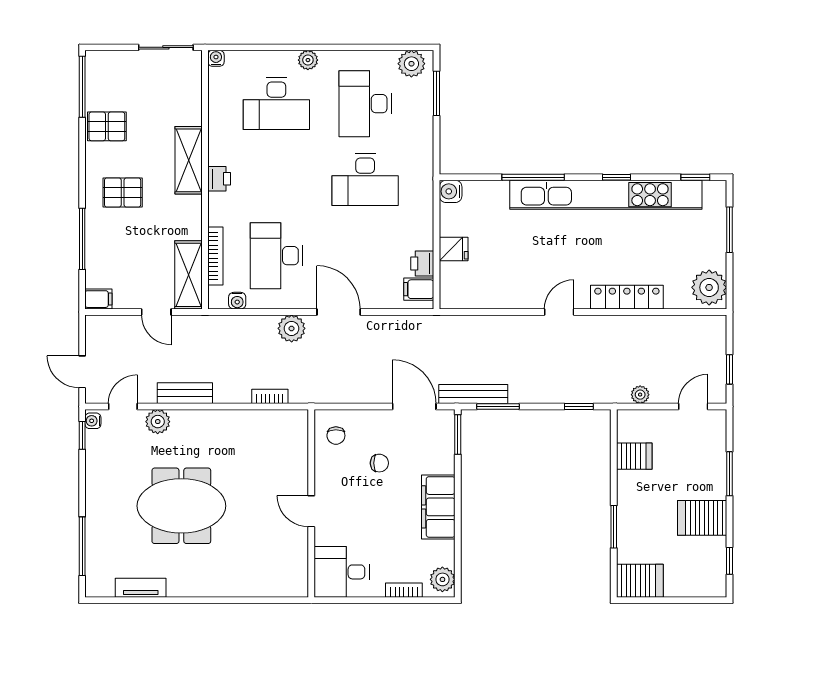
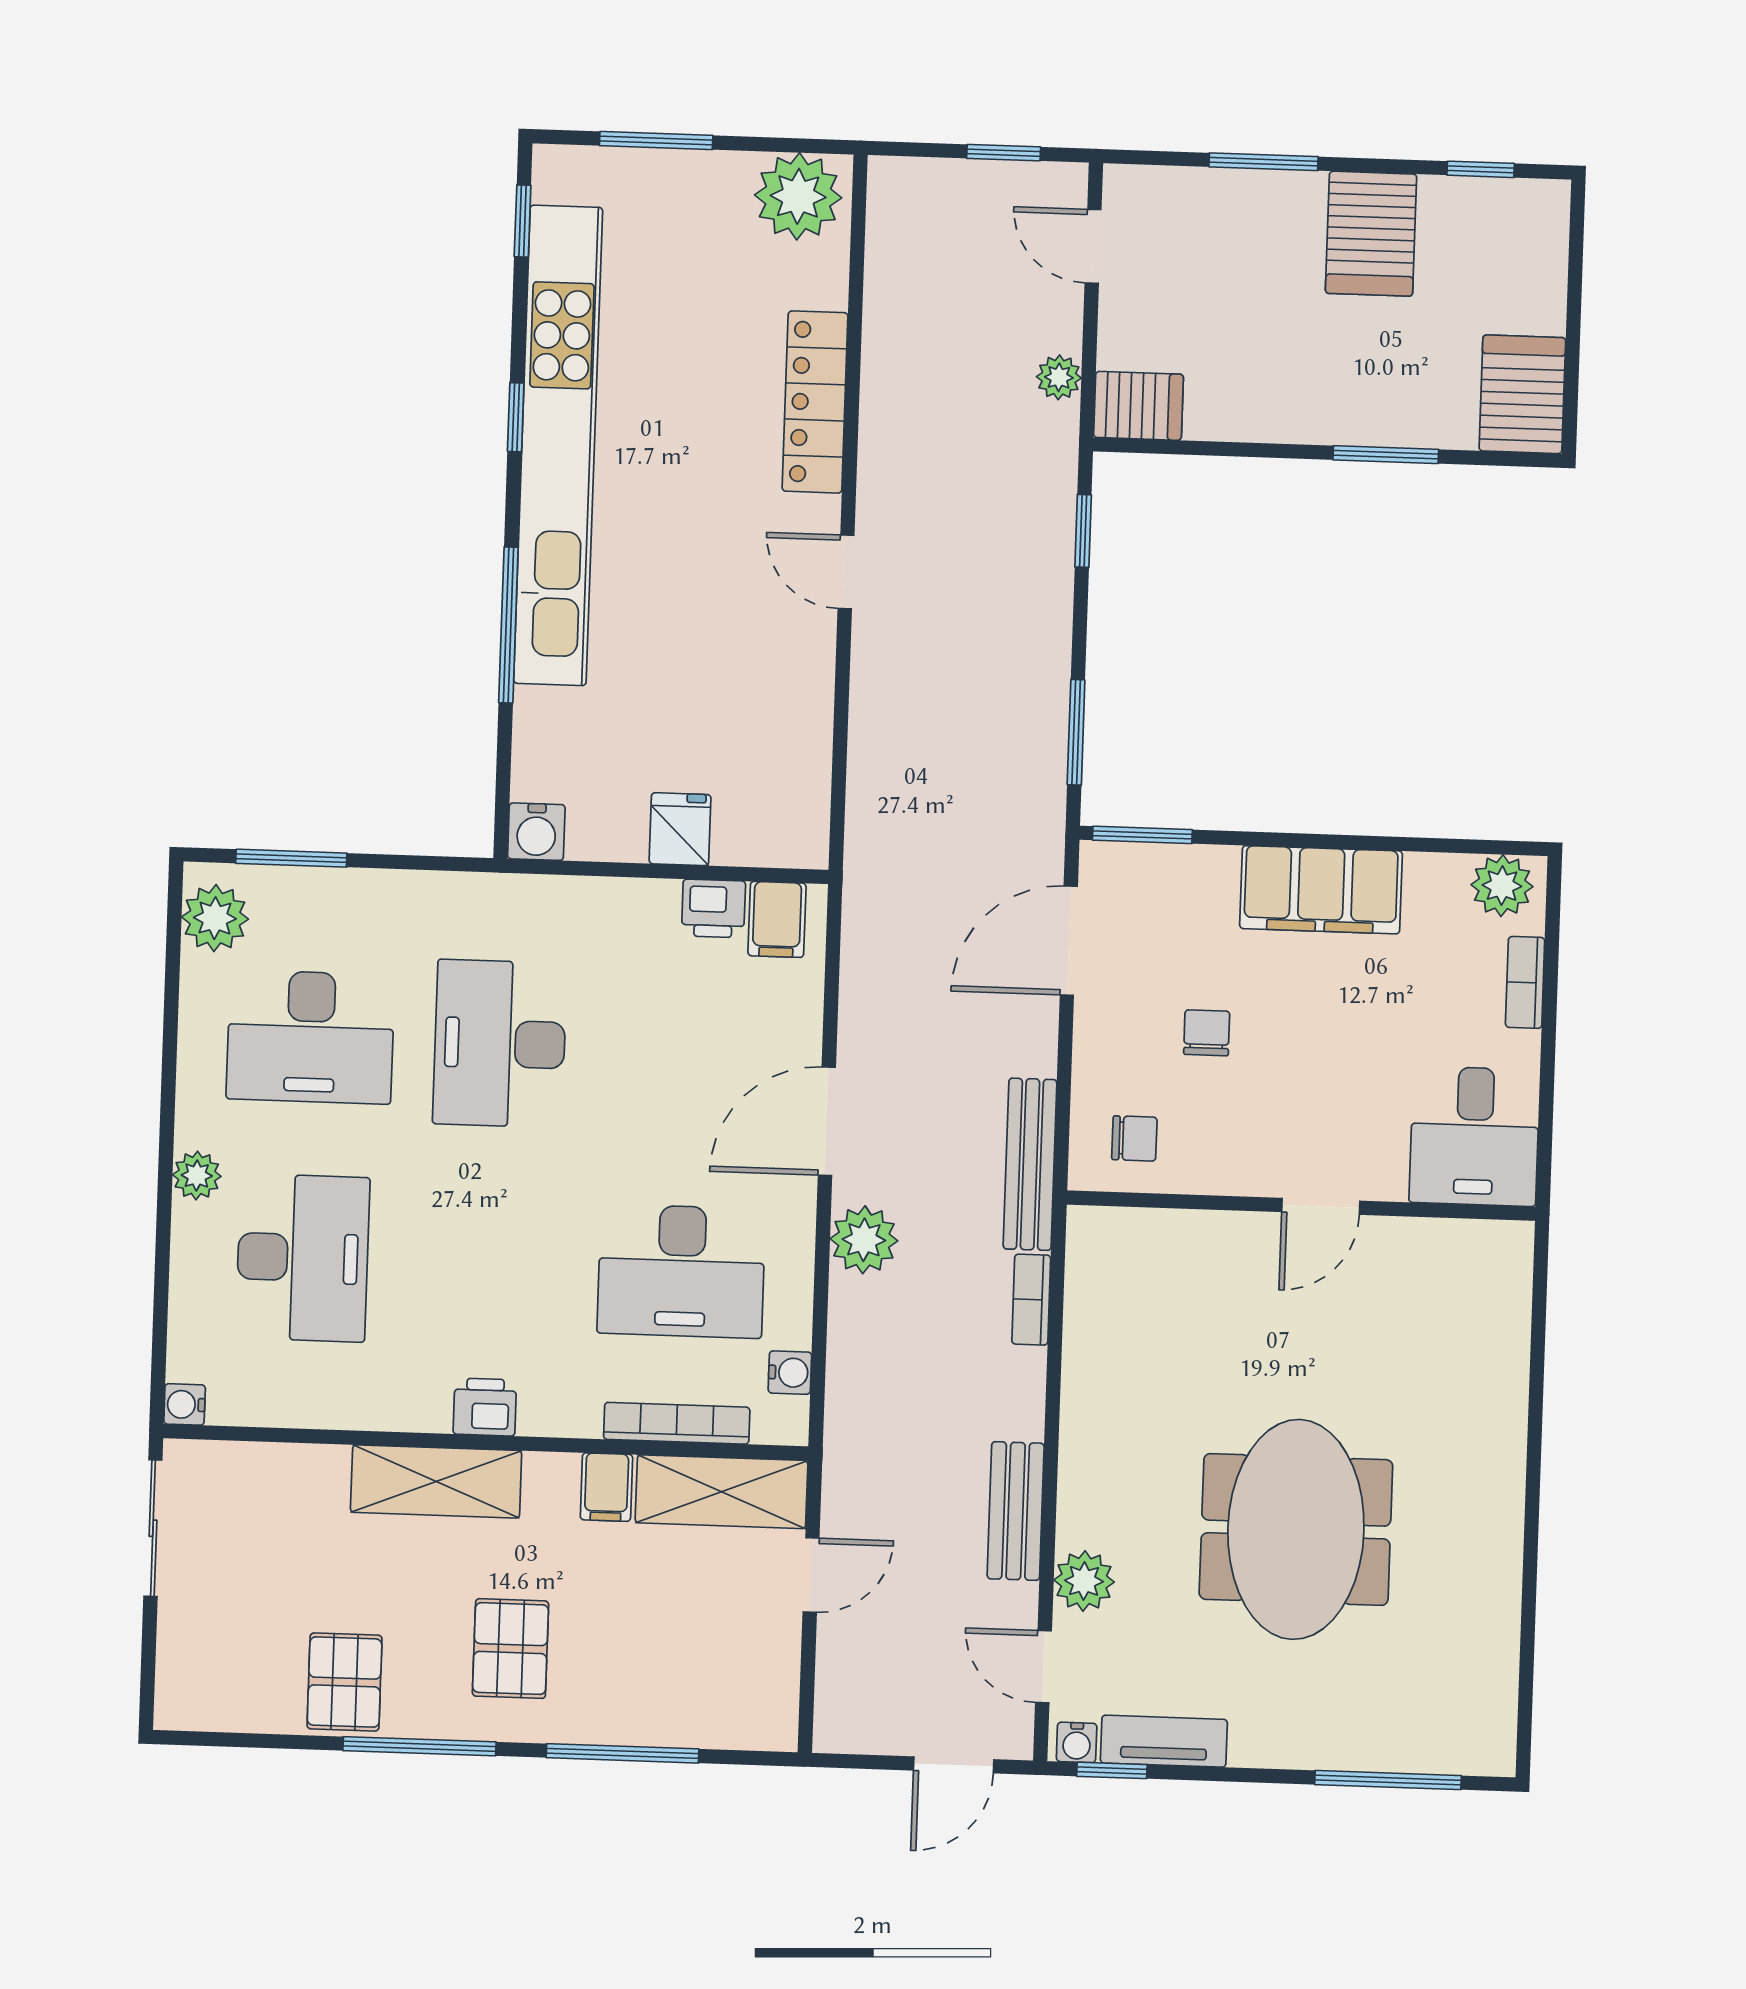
window: (82, 87) -> (419, 1746), moved
desk: (365, 180) -> (500, 1044), turned 180
filing cabinet: (98, 299) -> (606, 1487), moved, turned 180
bench: (473, 394) -> (1030, 1164), moved
server rack: (634, 456) -> (1138, 406), moved, turned 90
tv unit: (141, 588) -> (1164, 1741), moved, turned 90

